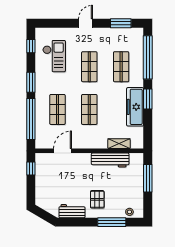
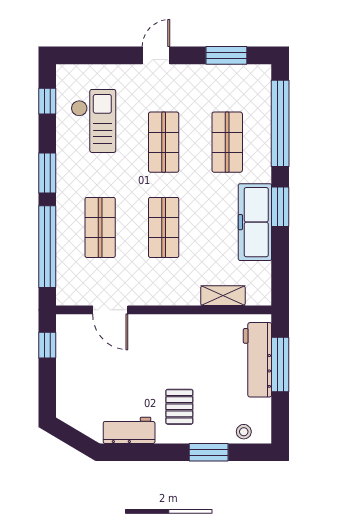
door: (63, 151) -> (110, 310), swing flipped
workbench: (110, 160) -> (257, 360), moved, turned 90
window: (112, 222) -> (209, 452), width x0.69

